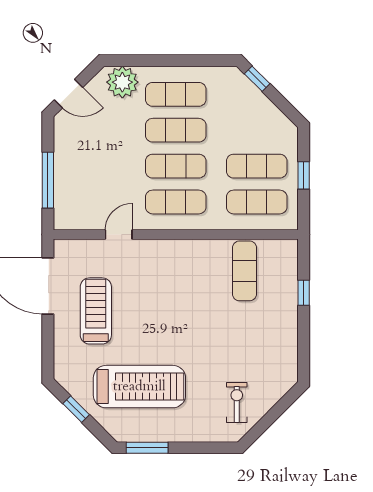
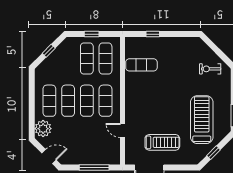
window: (257, 79) -> (49, 51), moved
door: (69, 94) -> (49, 157), hinge flipped
treadmill: (96, 311) -> (162, 142), turned 180

